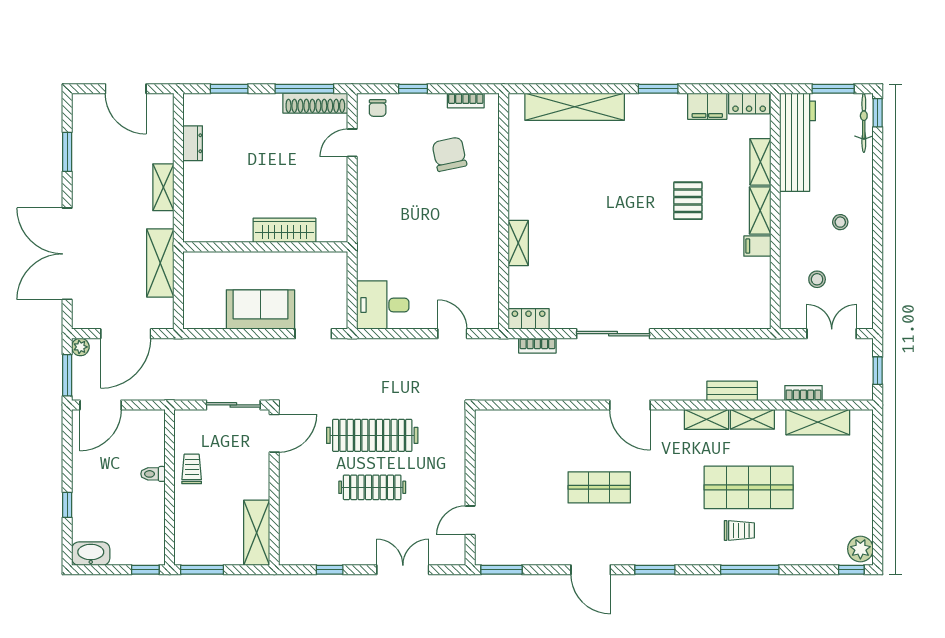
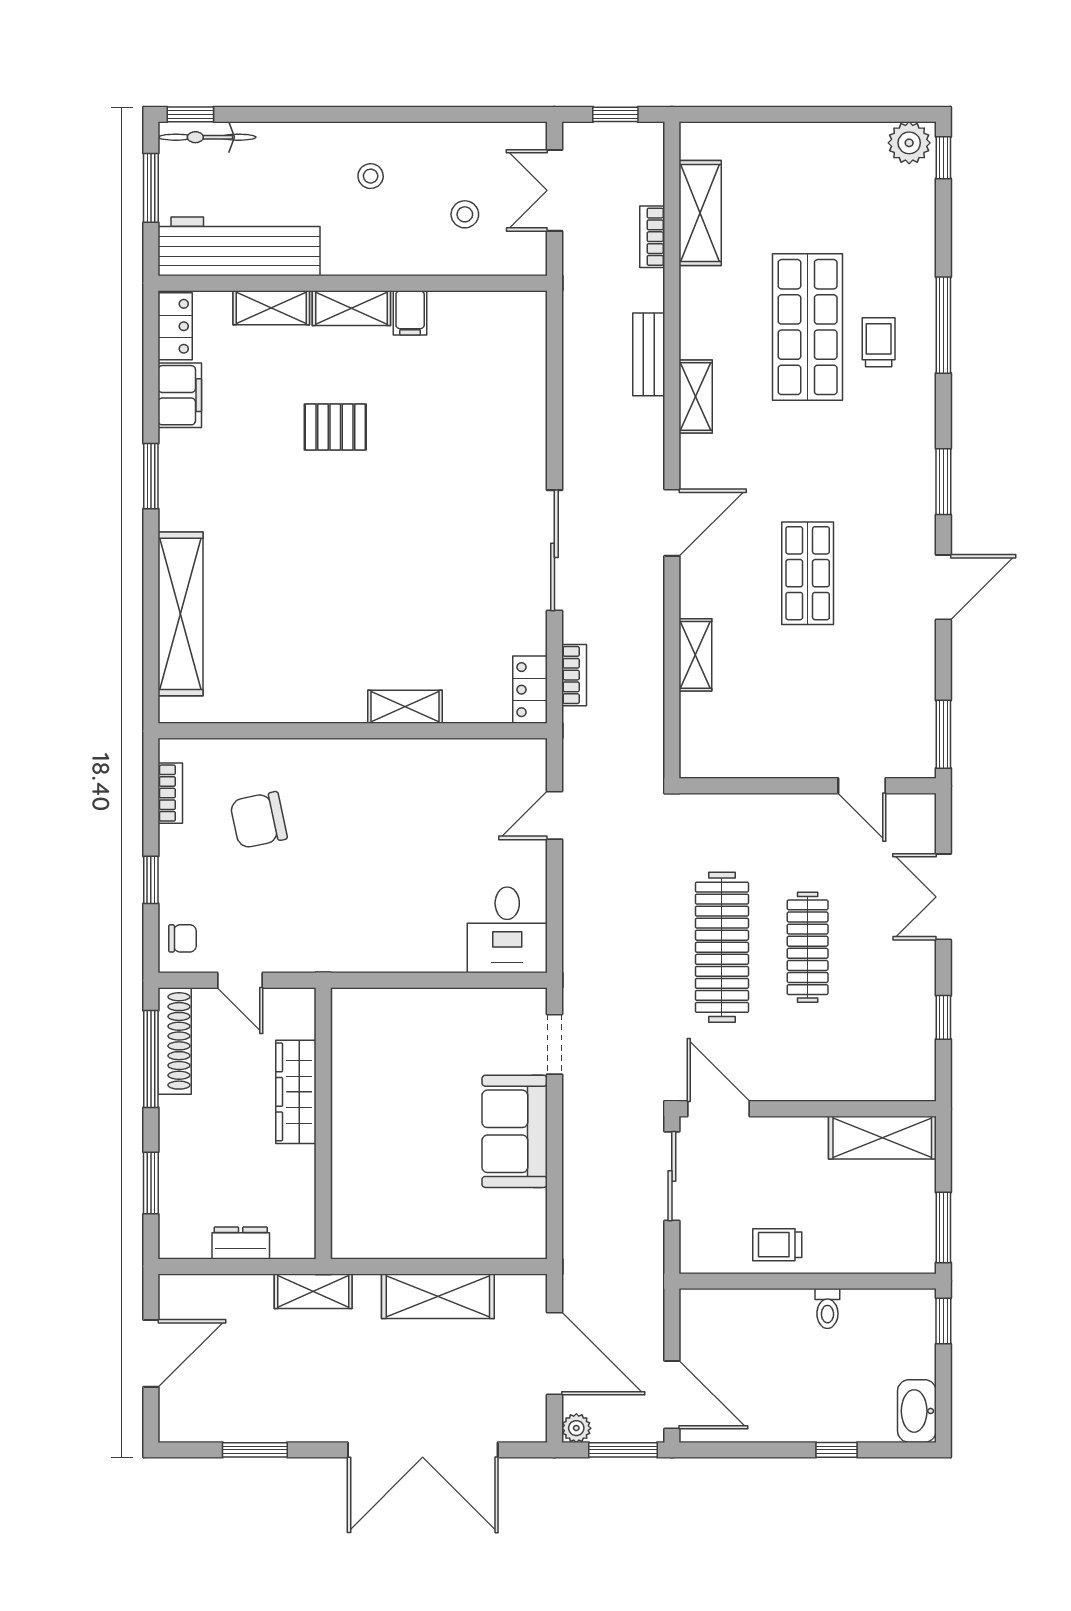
wardrobe: (284, 230) -> (296, 1092), moved
wall: (265, 247) -> (323, 1123), moved
shelving: (752, 419) -> (695, 655), moved
toilet: (153, 474) -> (827, 1308), moved

